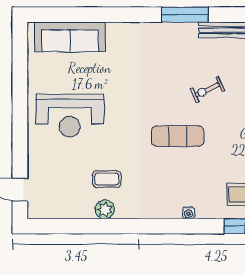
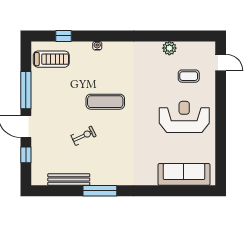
coffee table: (107, 179) -> (189, 76), moved
plant: (105, 209) -> (169, 48), moved

